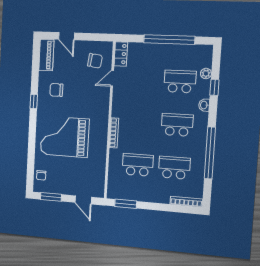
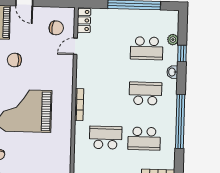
school desk: (180, 82) -> (147, 48), turned 180
school desk: (174, 168) -> (144, 139), turned 180

